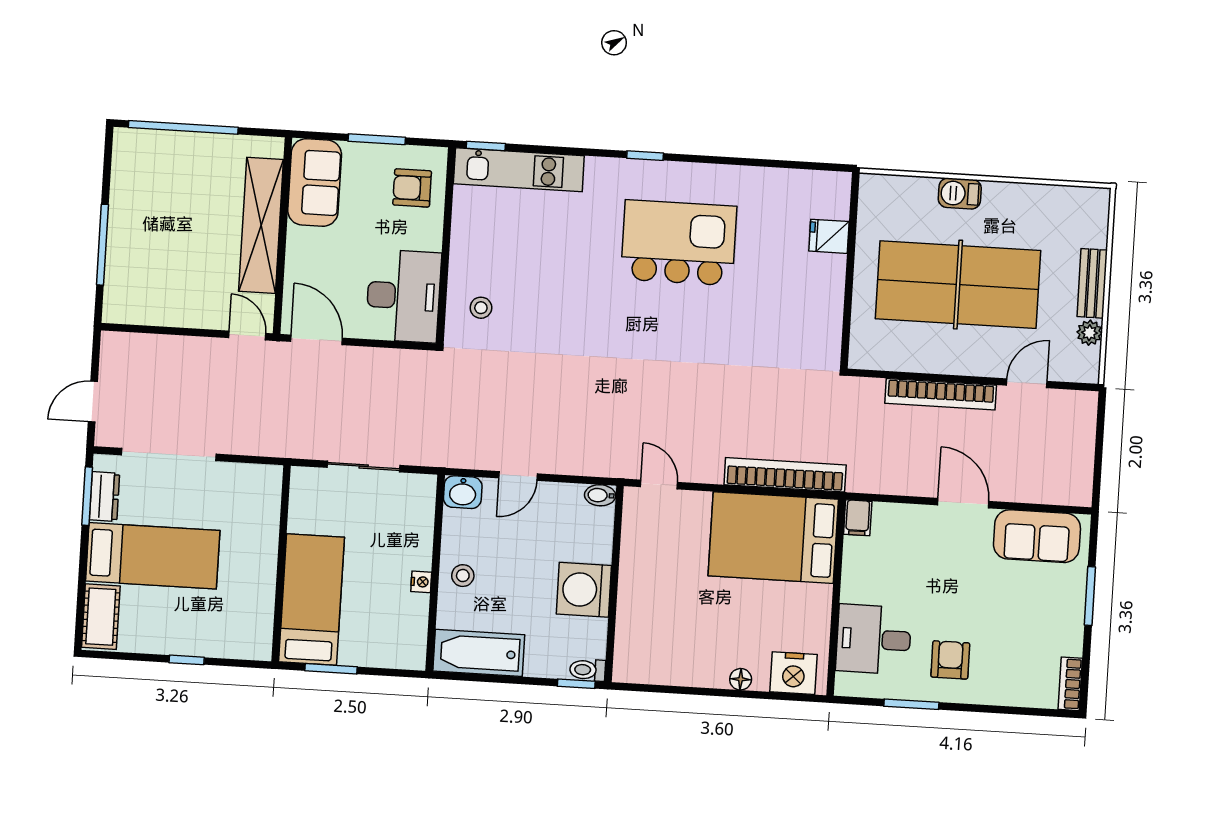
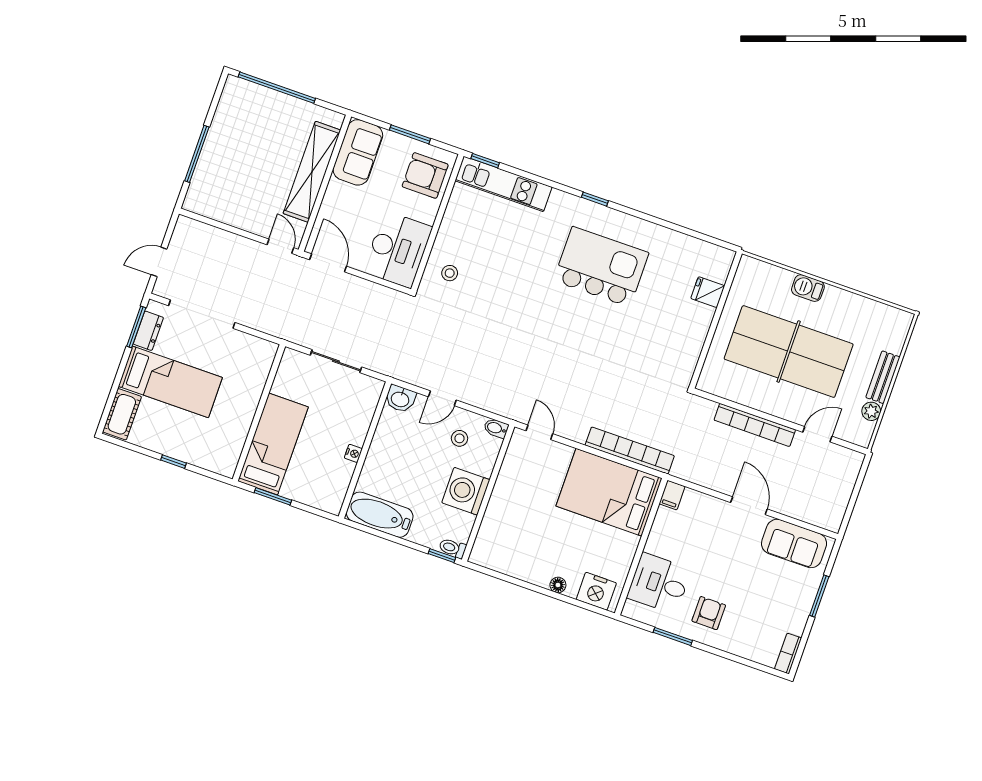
armchair: (412, 188) -> (425, 175), width x1.38, depth x1.38
stool: (463, 576) -> (459, 438), moved

